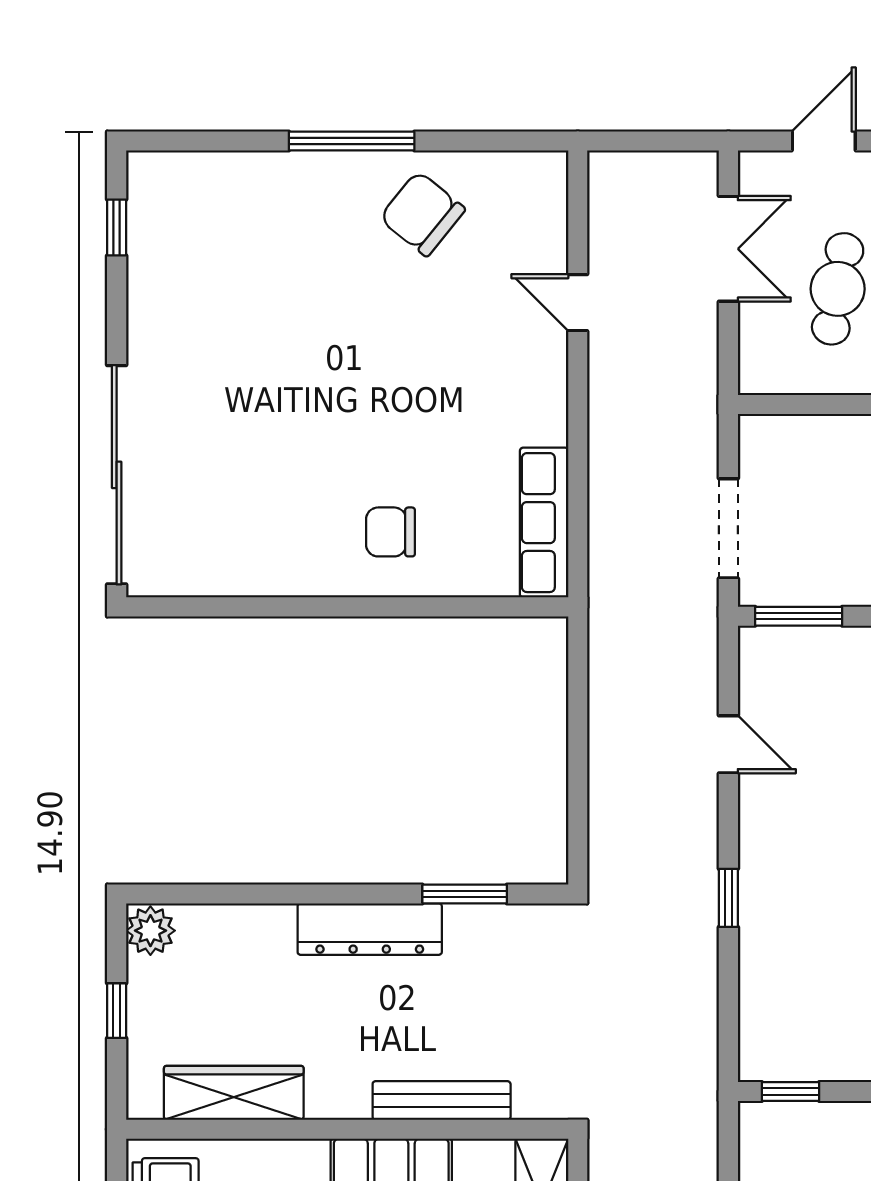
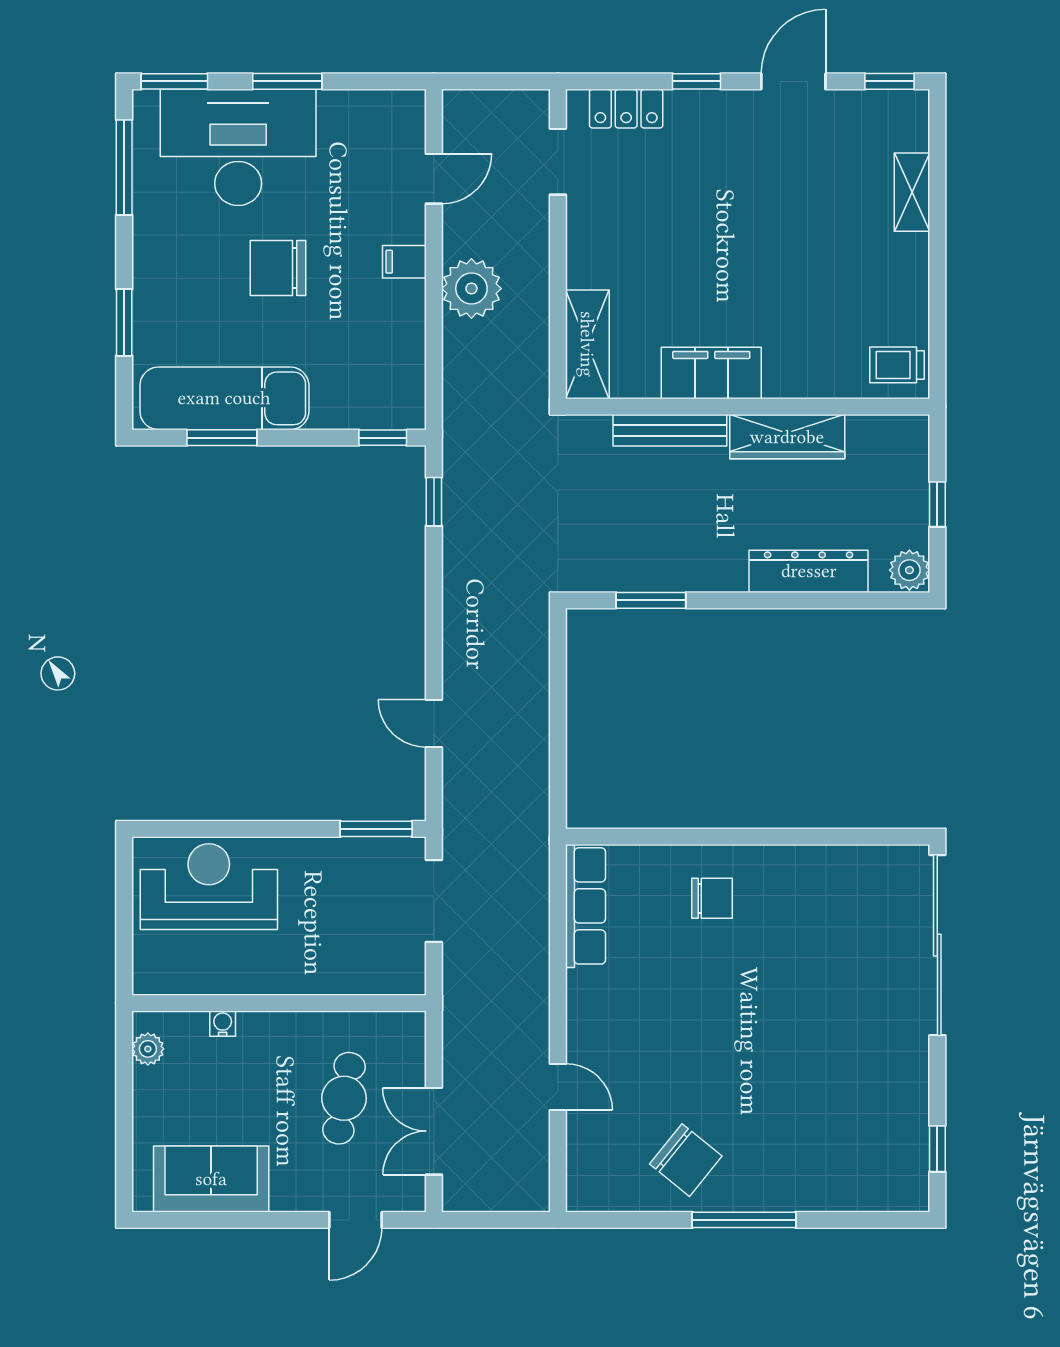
window: (728, 898) -> (434, 502), moved
dresser: (370, 929) -> (809, 571), moved
wardrobe: (234, 1093) -> (787, 437), moved

